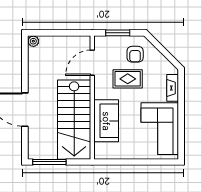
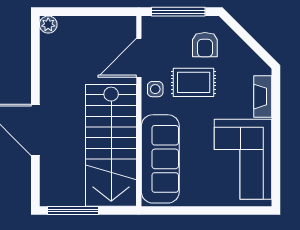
window: (118, 33) -> (178, 12), width x1.44
side table: (103, 83) -> (155, 89), added
sofa: (106, 121) -> (160, 159), width x1.36

